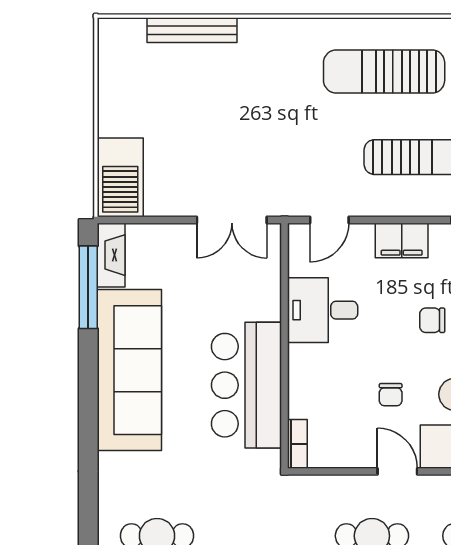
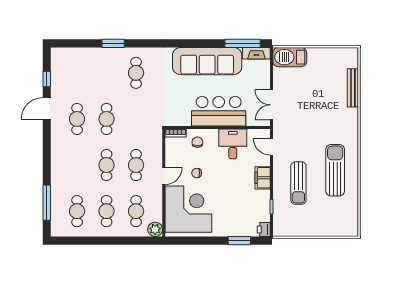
chair: (432, 320) -> (197, 142), moved
bar counter: (246, 385) -> (219, 111), moved

